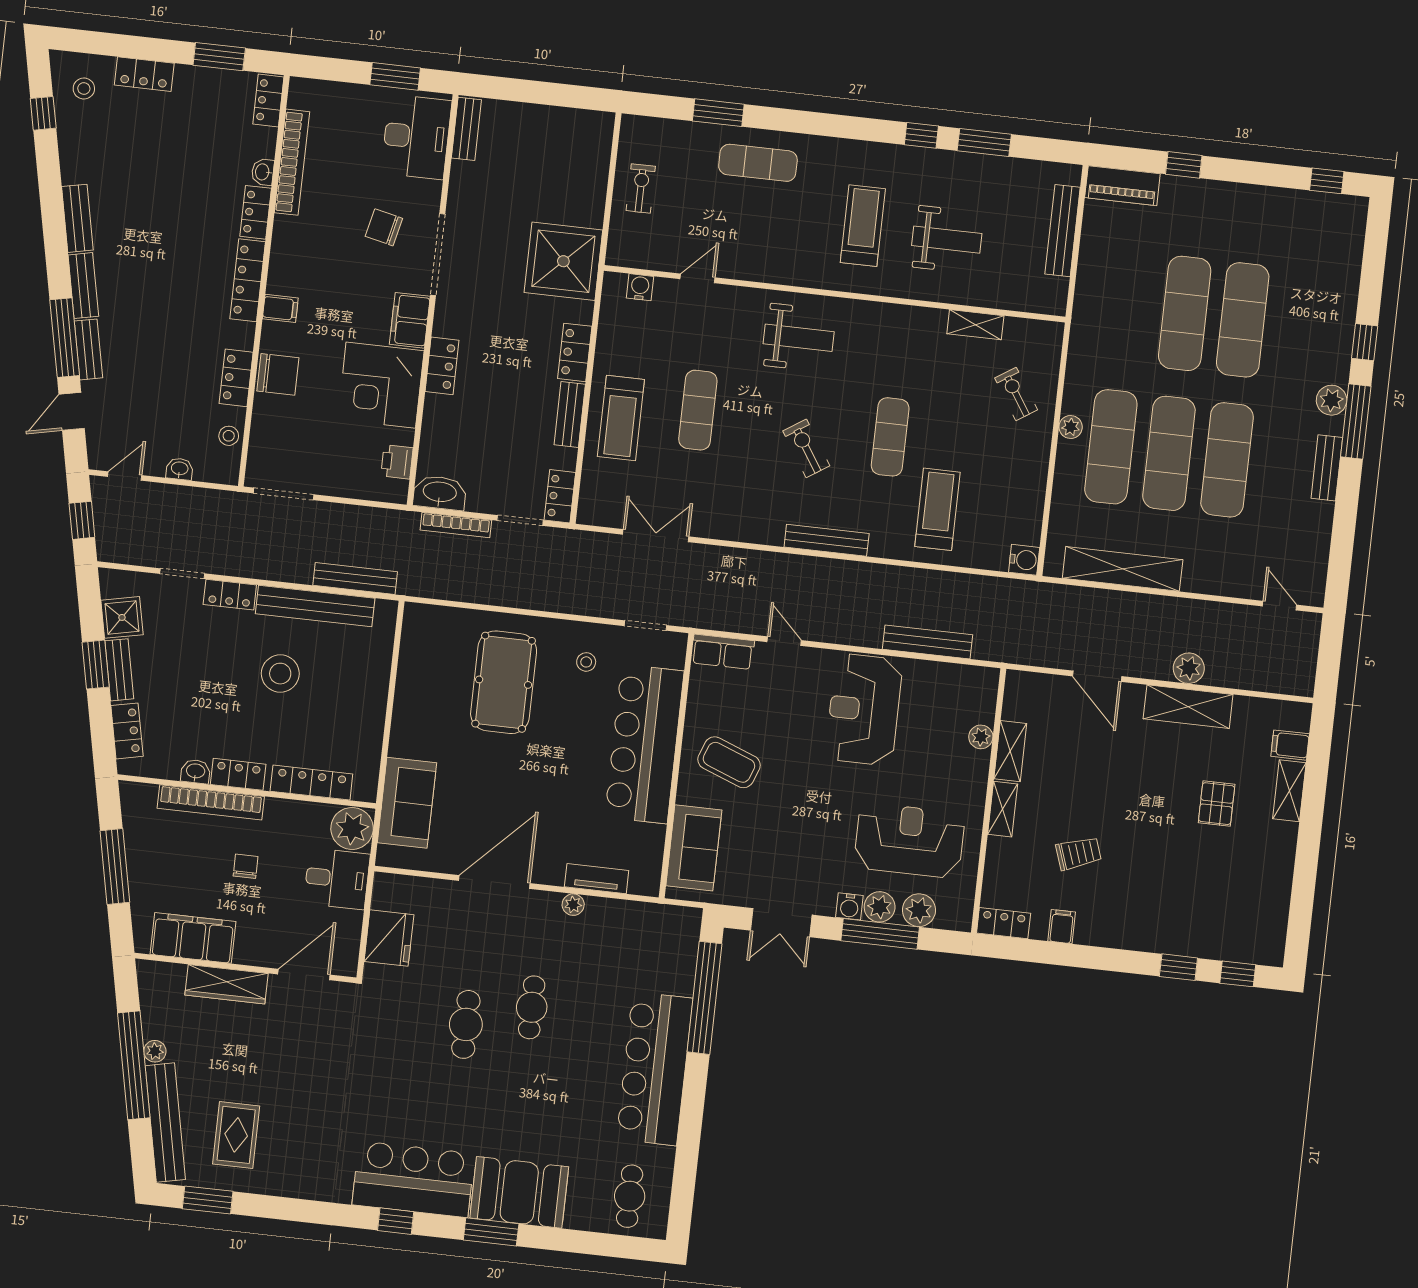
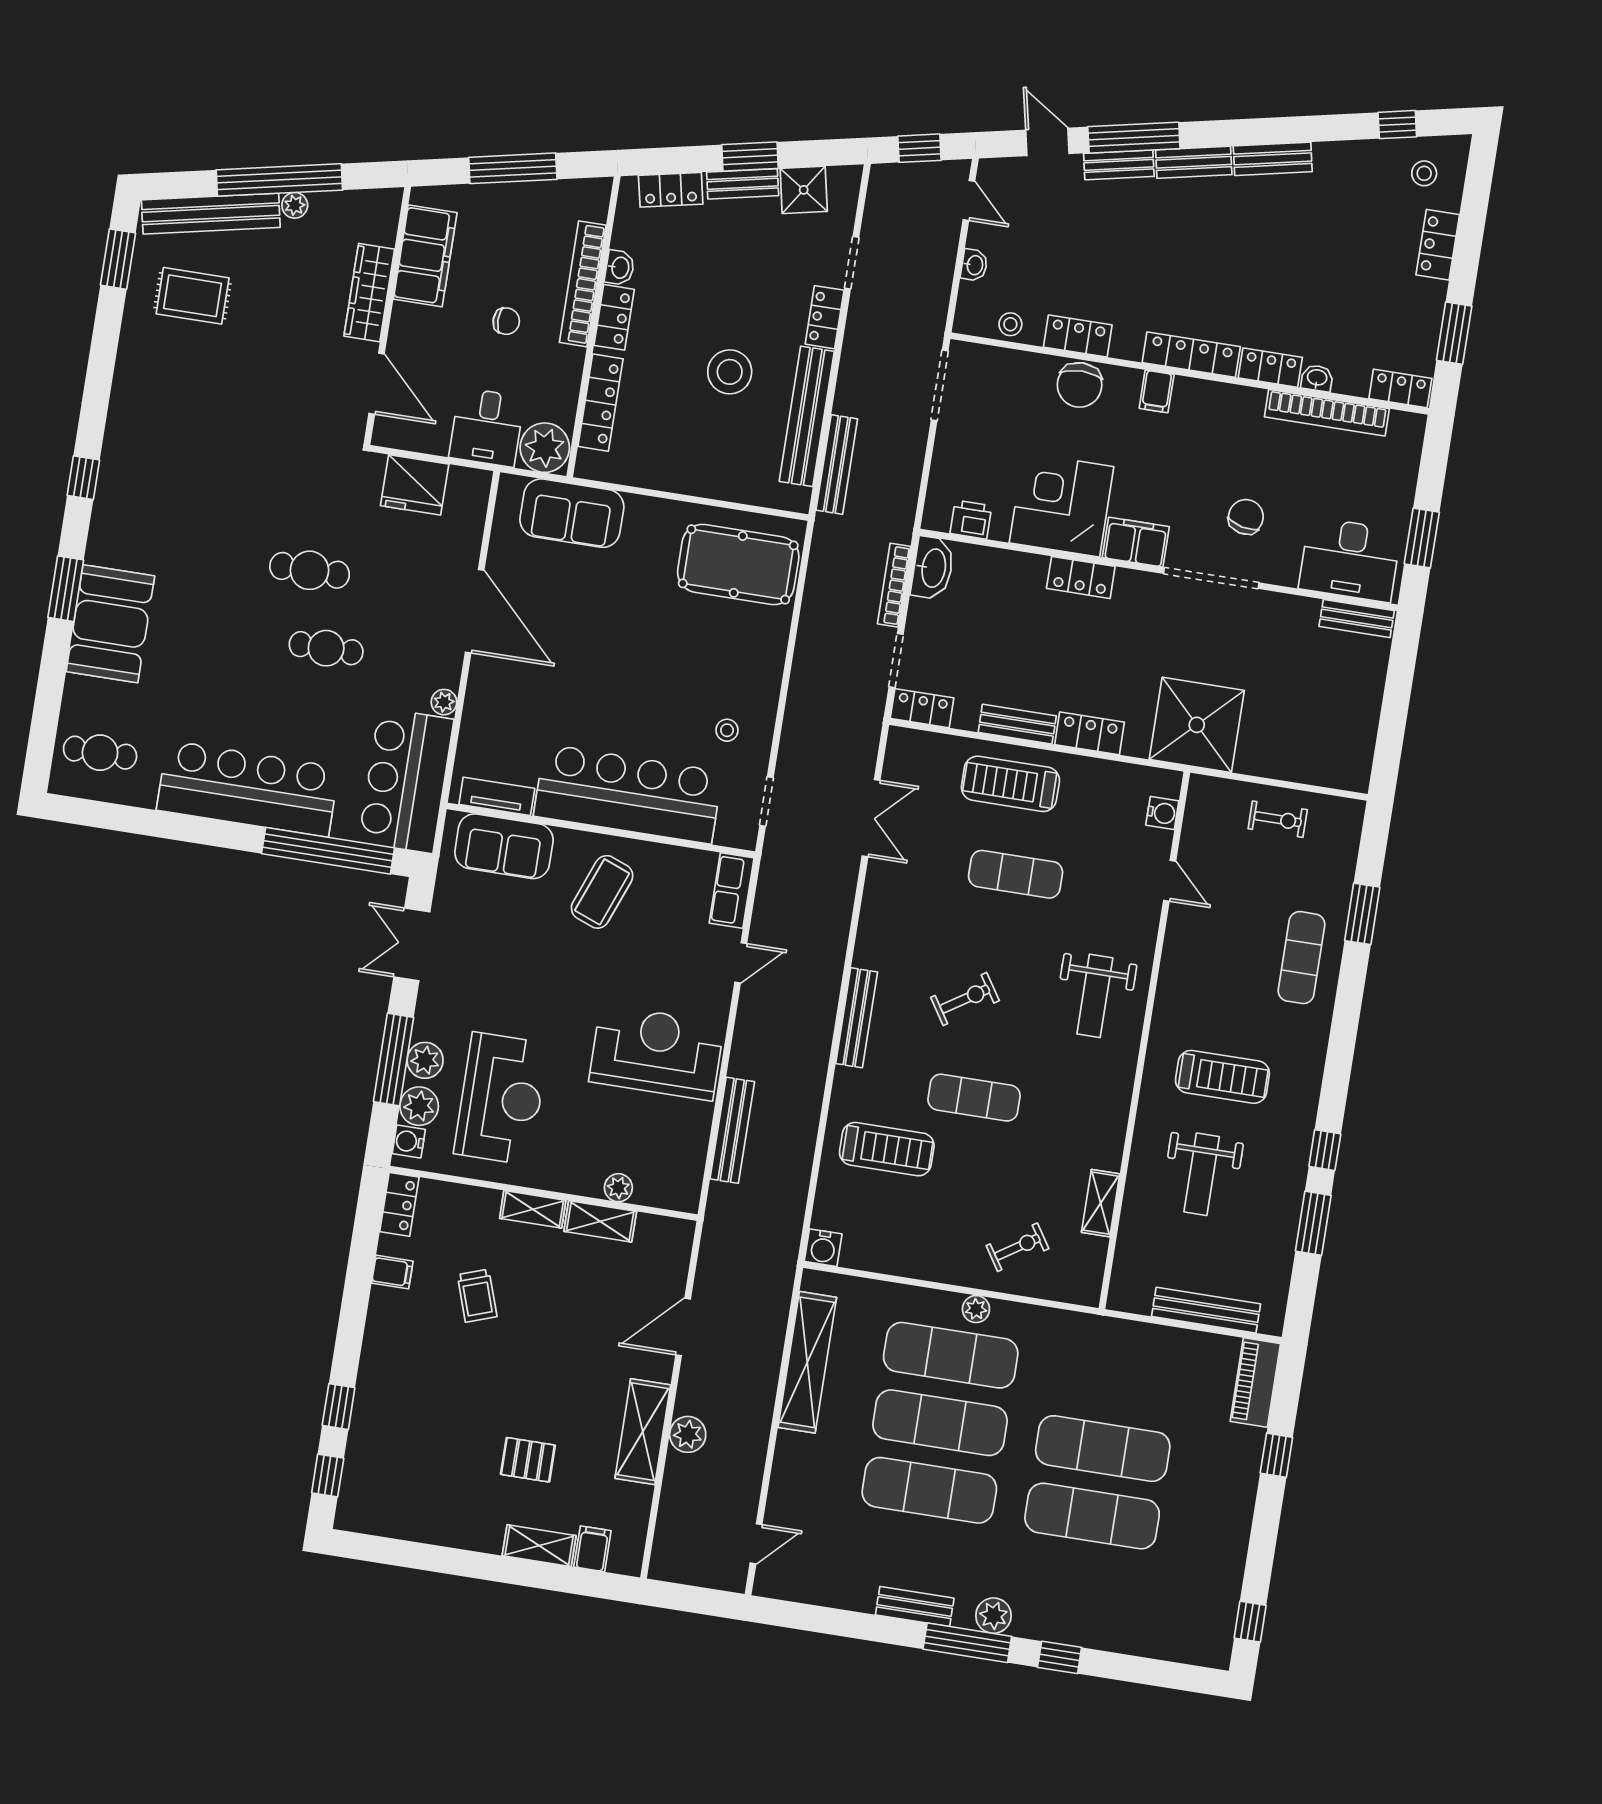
pool table: (504, 682) -> (738, 564), moved
tv unit: (597, 879) -> (497, 796), moved, turned -90
water cooler: (849, 906) -> (409, 1141), moved
bar counter: (413, 1179) -> (406, 781), moved, turned 180

